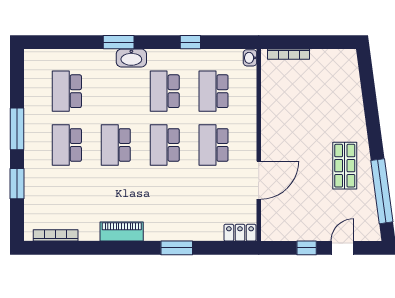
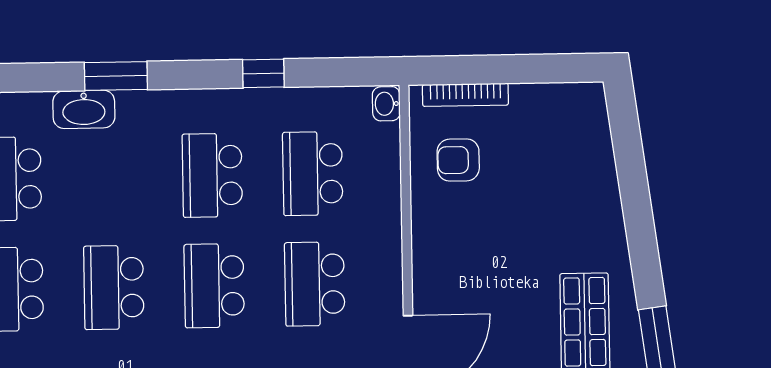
washbasin: (131, 58) -> (84, 109), moved
armchair: (285, 86) -> (458, 160), added

